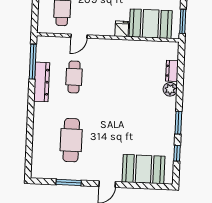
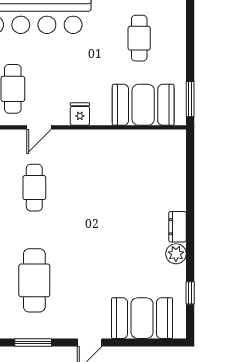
fridge: (122, 29) -> (80, 114), moved
dresser: (172, 71) -> (177, 227), moved
plant: (170, 89) -> (176, 254), moved
window: (178, 123) -> (190, 248), removed

